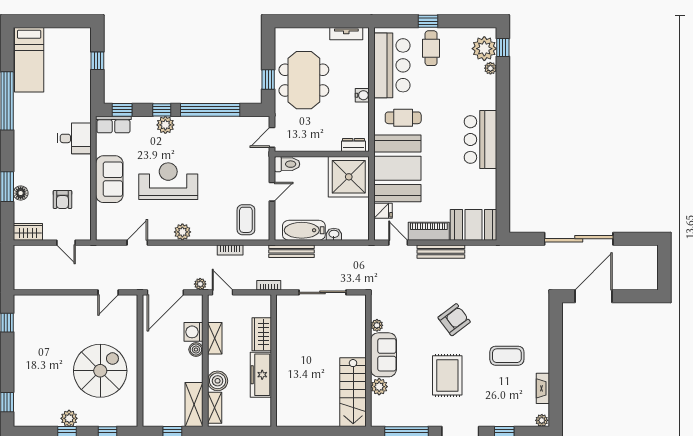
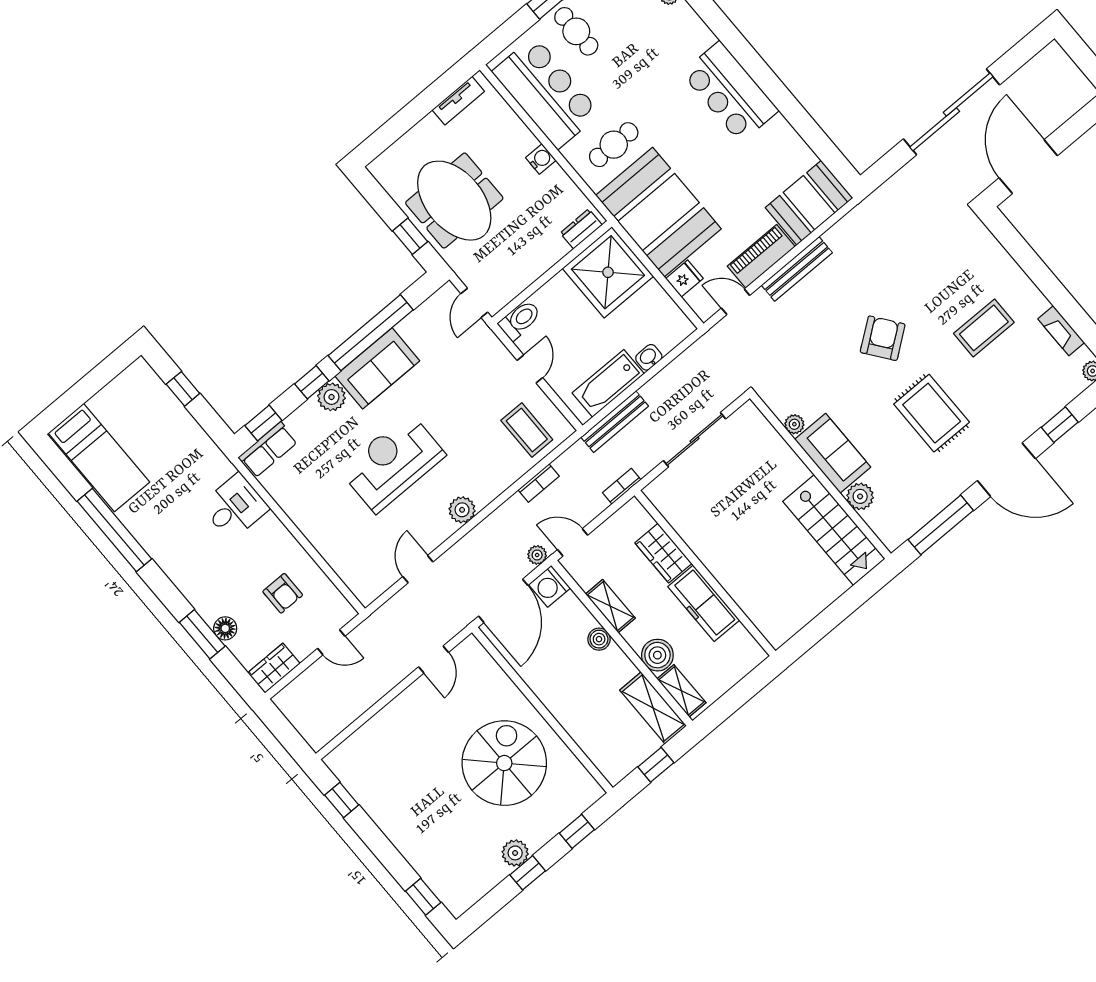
sofa: (109, 179) -> (377, 368), moved, turned 90
washing machine: (194, 332) -> (549, 586), moved

